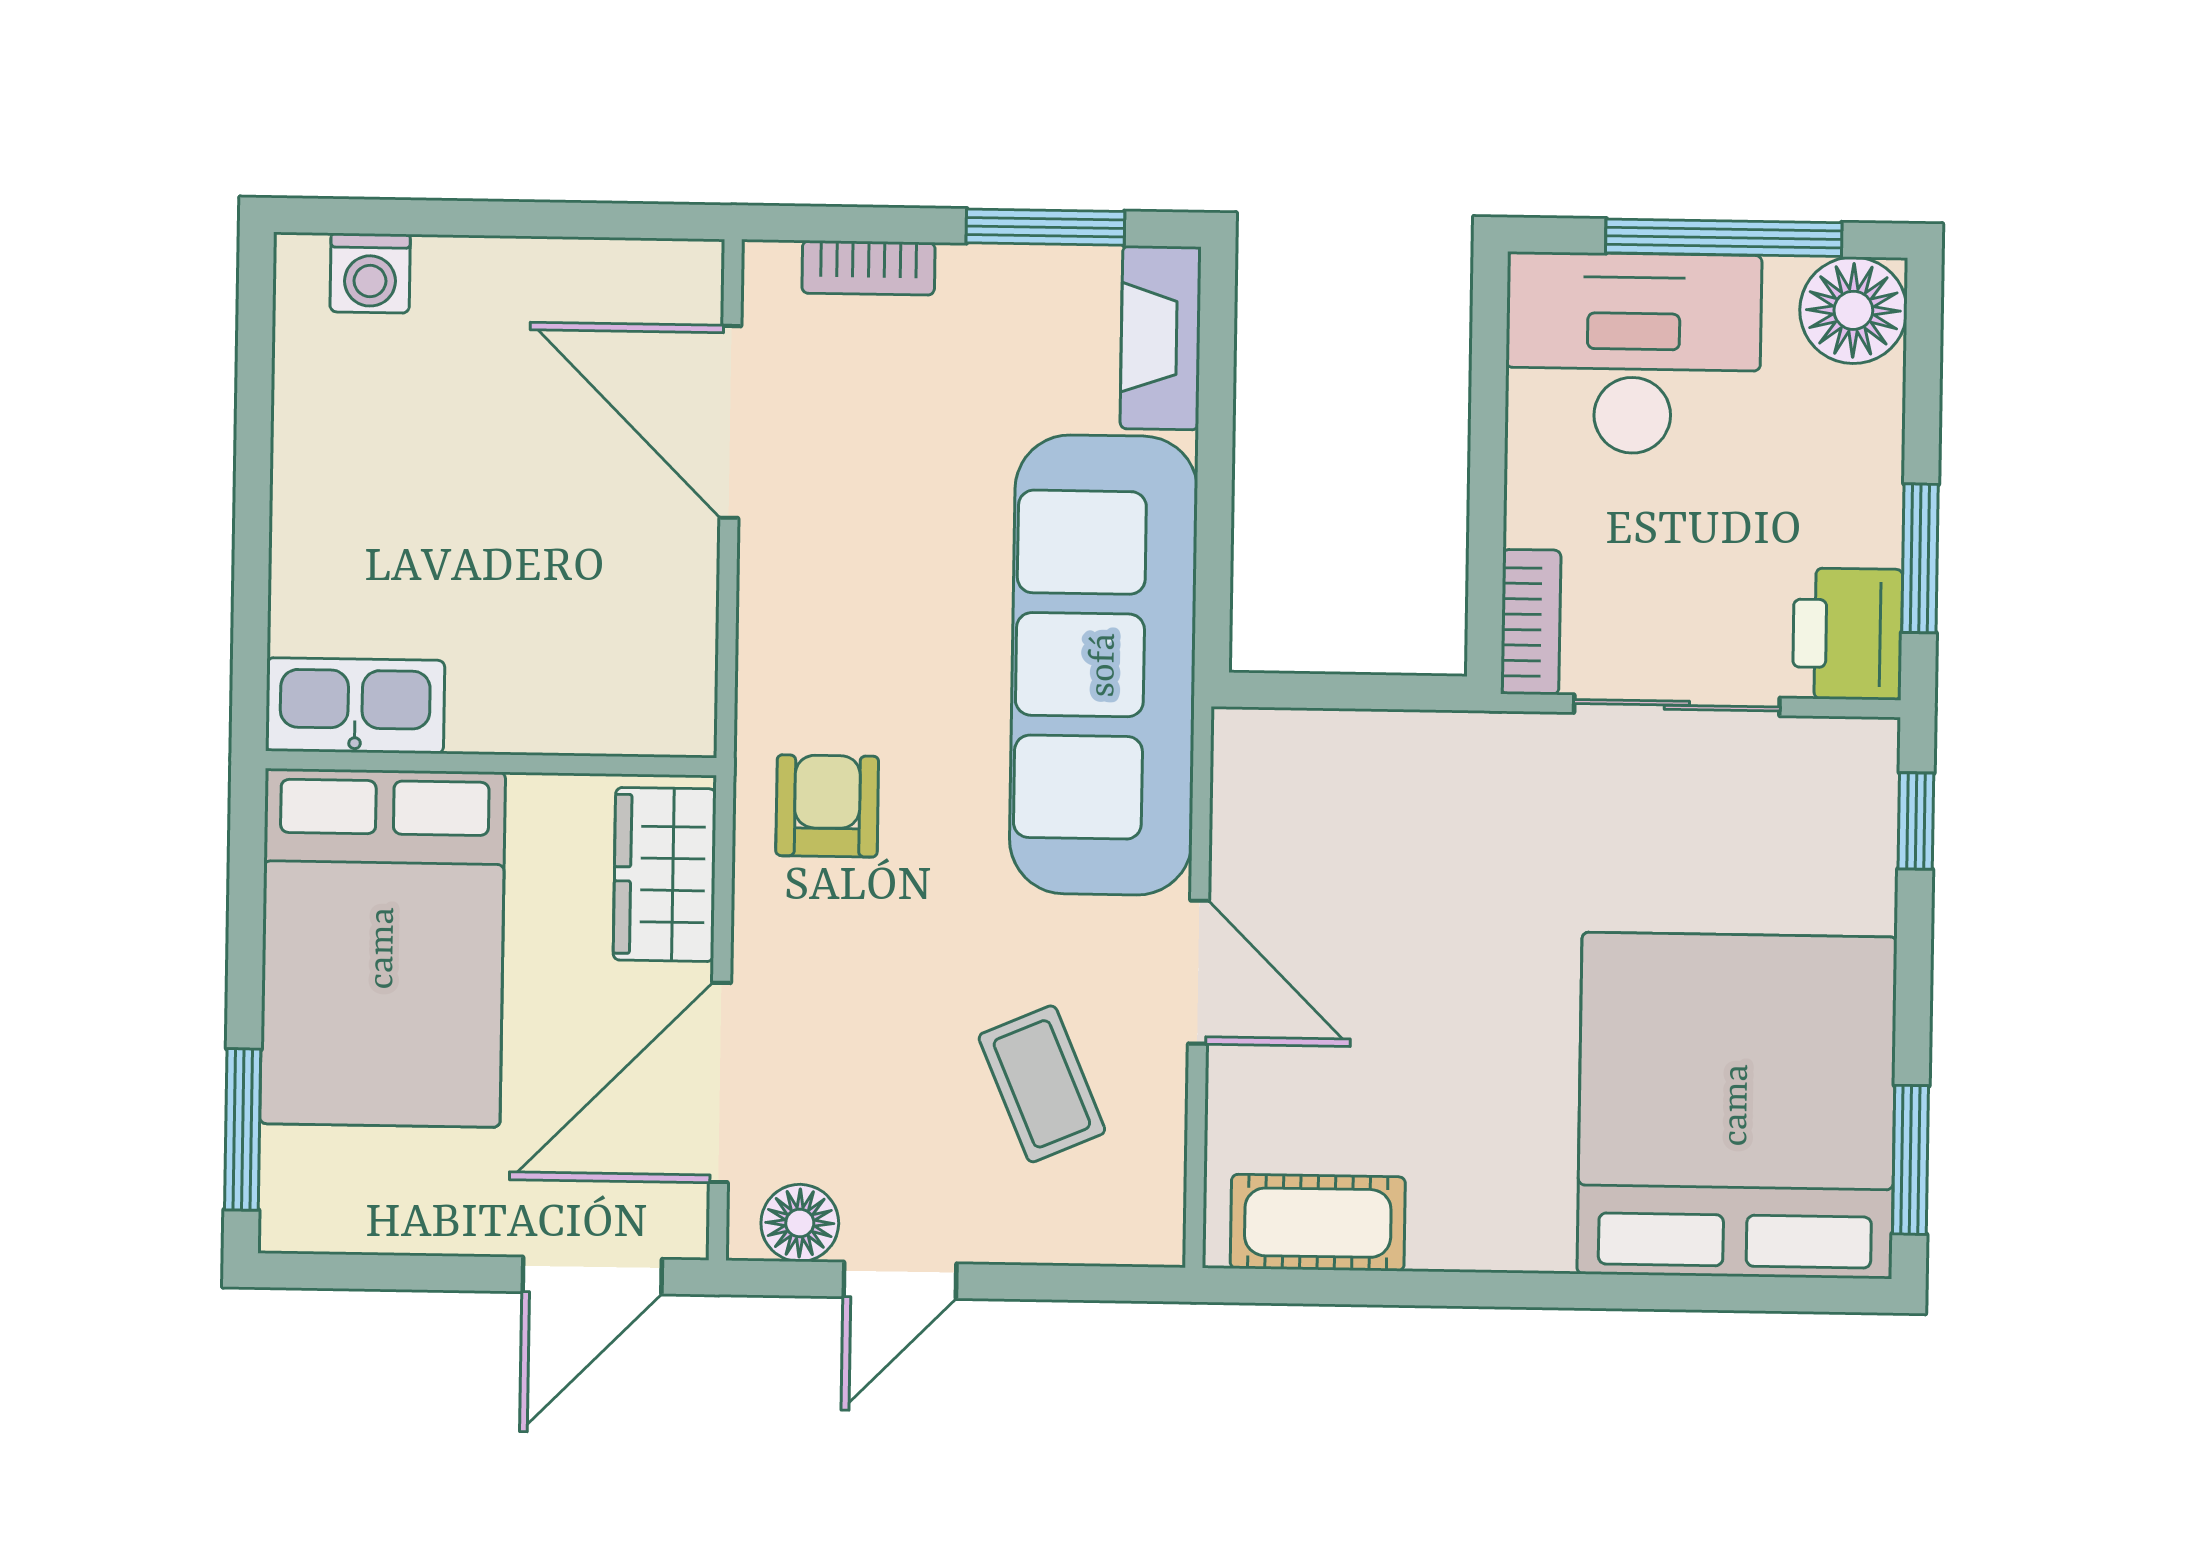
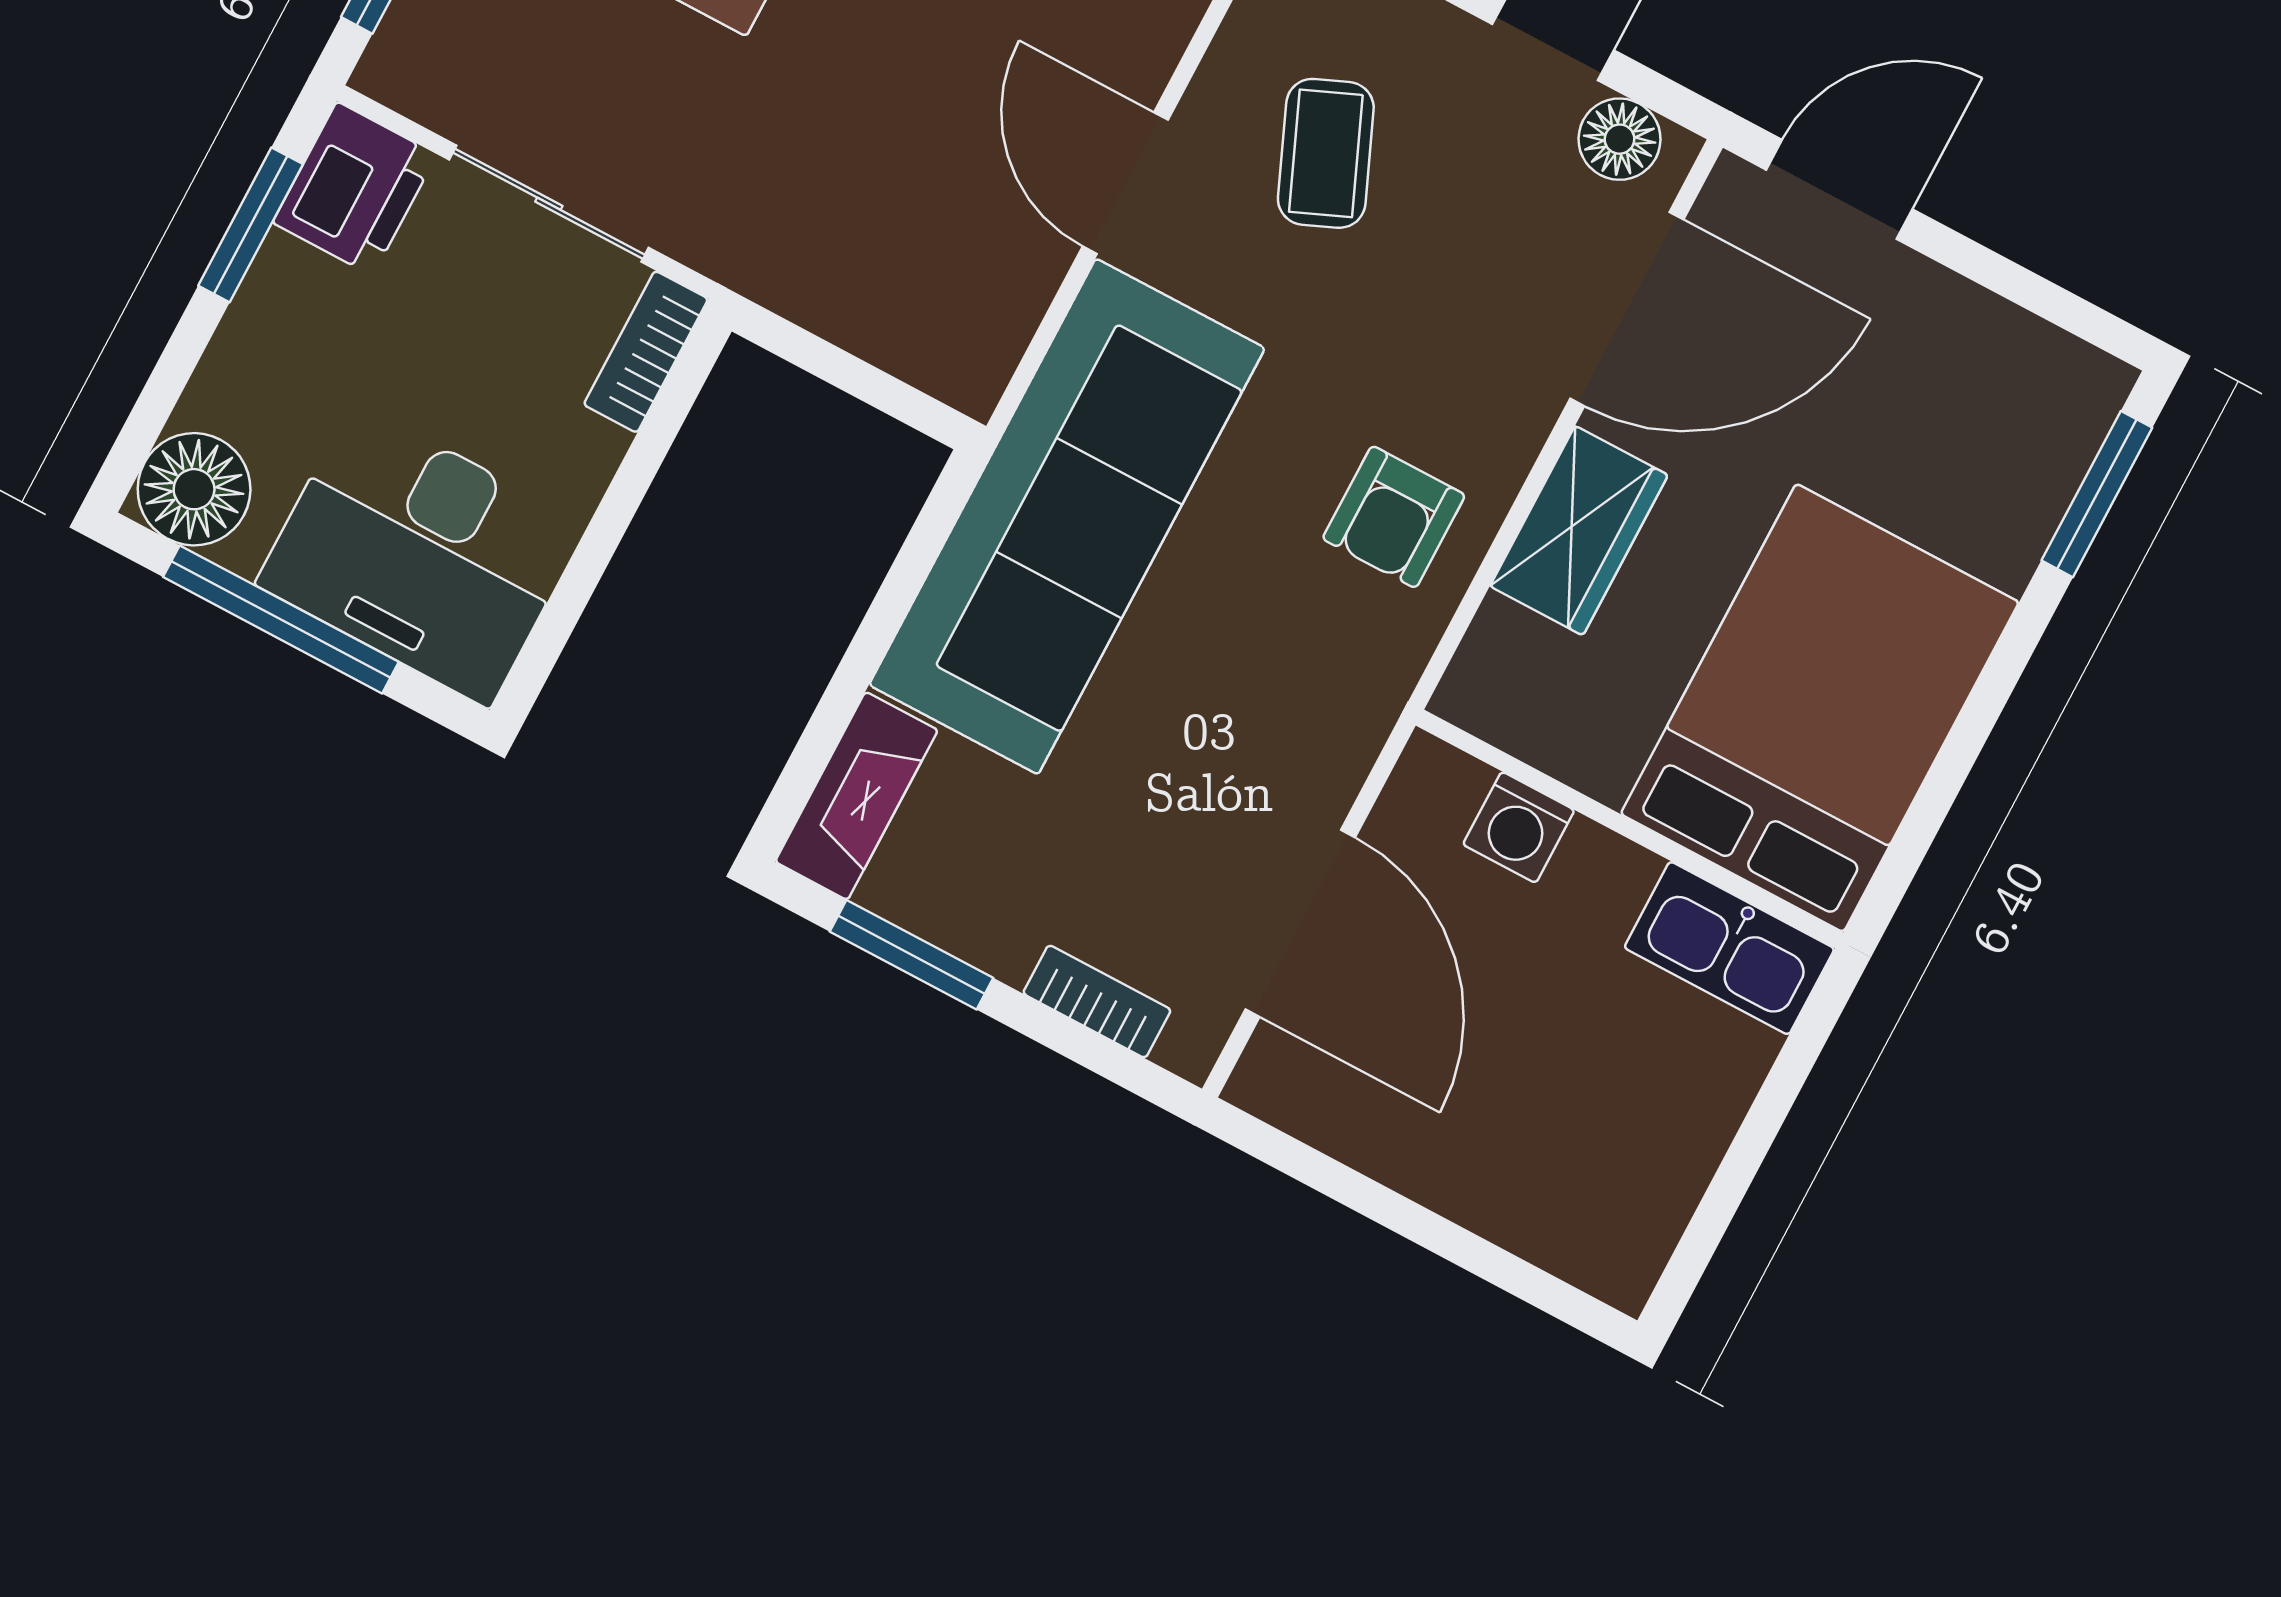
washing machine: (370, 273) -> (1519, 827), moved, turned 180
kitchen sink: (355, 706) -> (1729, 948), moved
wall: (491, 763) -> (1630, 829), moved
bed: (383, 948) -> (1820, 708), moved

